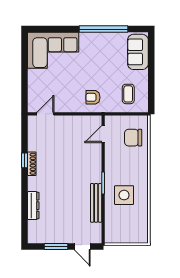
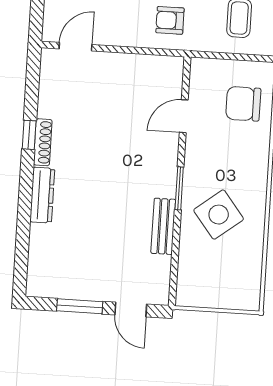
door: (103, 134) -> (184, 116), moved
side table: (124, 195) -> (219, 215), turned -38
bench: (96, 203) -> (163, 226), width x0.73
dresser: (33, 206) -> (42, 195), moved

